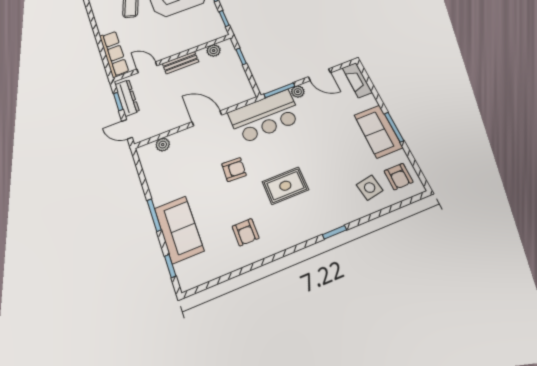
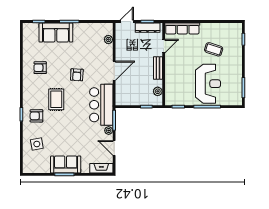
door: (319, 75) -> (114, 148), hinge flipped
armchair: (399, 177) -> (36, 116), moved

